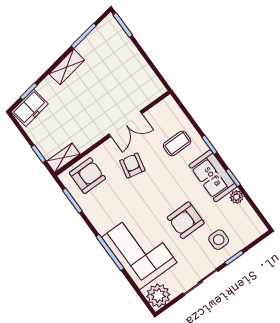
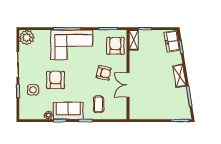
armchair: (87, 176) -> (115, 46), turned 180
corner sofa: (139, 250) -> (72, 45), moved

